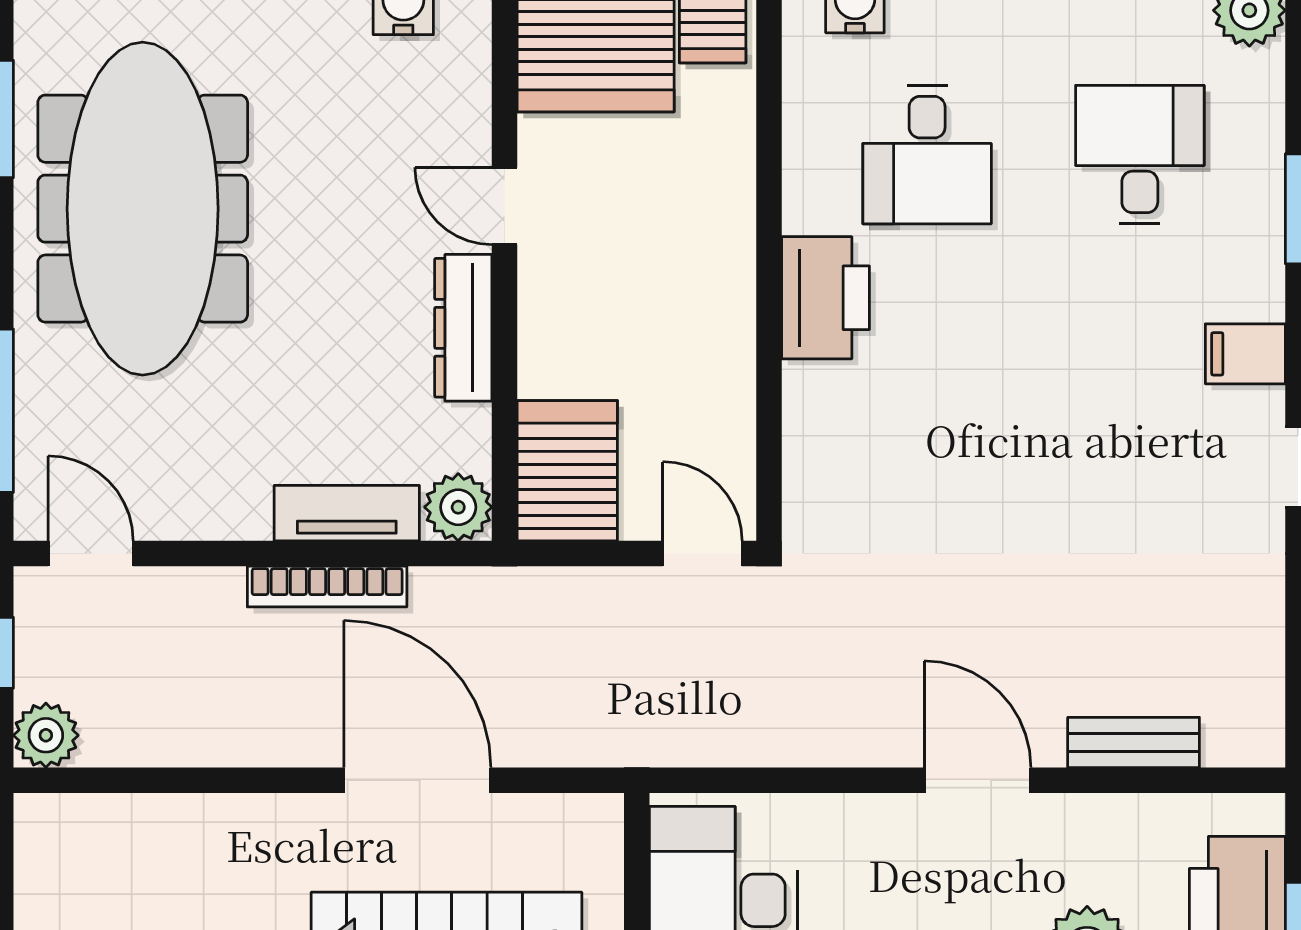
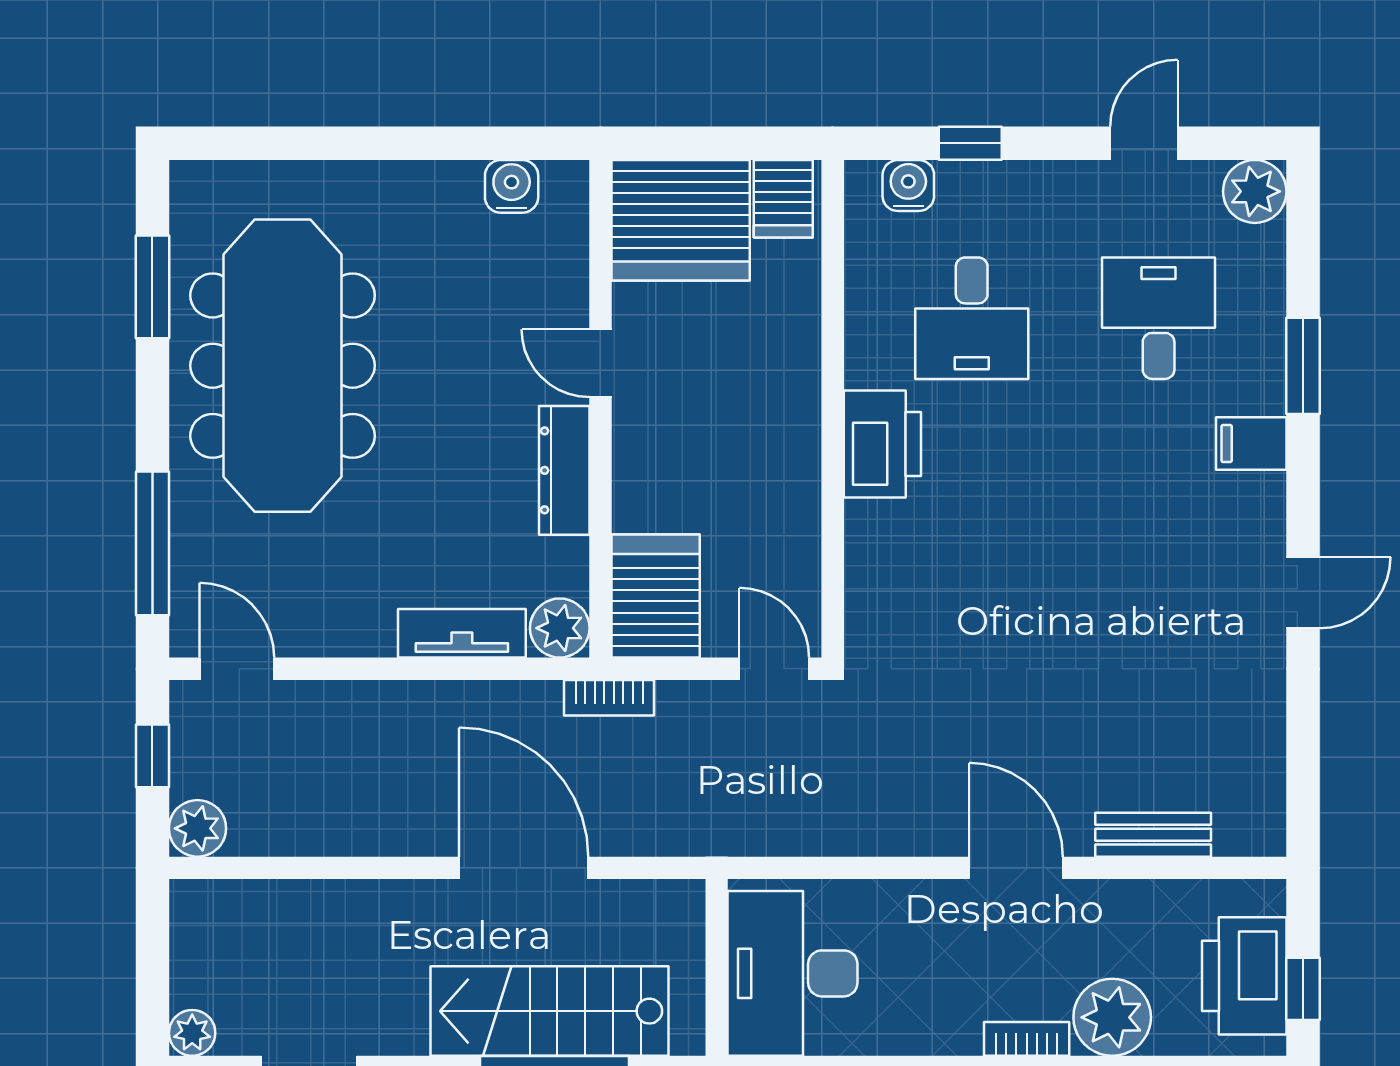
filing cabinet: (1245, 354) -> (1251, 444), moved
bookcase: (327, 587) -> (609, 698), moved, width x0.64

